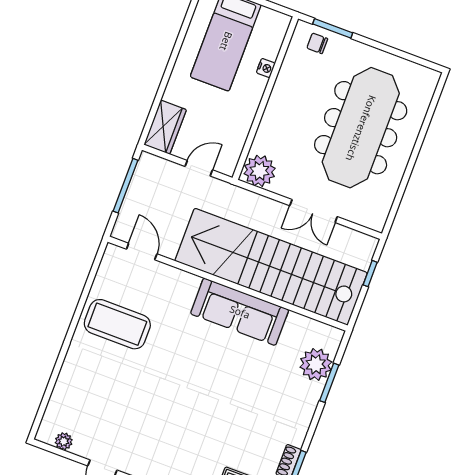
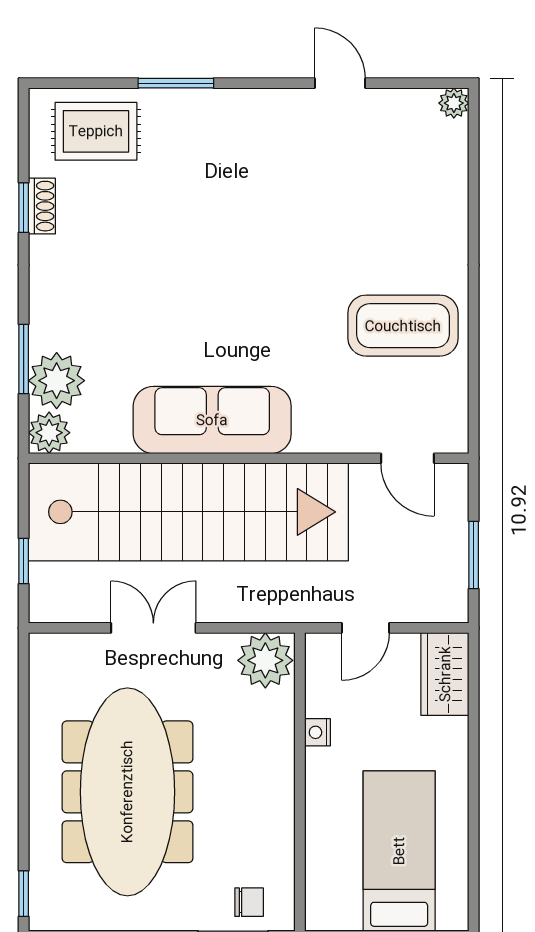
nightstand: (266, 68) -> (318, 732), moved
window: (437, 94) -> (24, 894), added
window: (126, 186) -> (474, 555), width x0.69
plant: (330, 338) -> (49, 433), added
plant: (64, 441) -> (454, 103), moved

